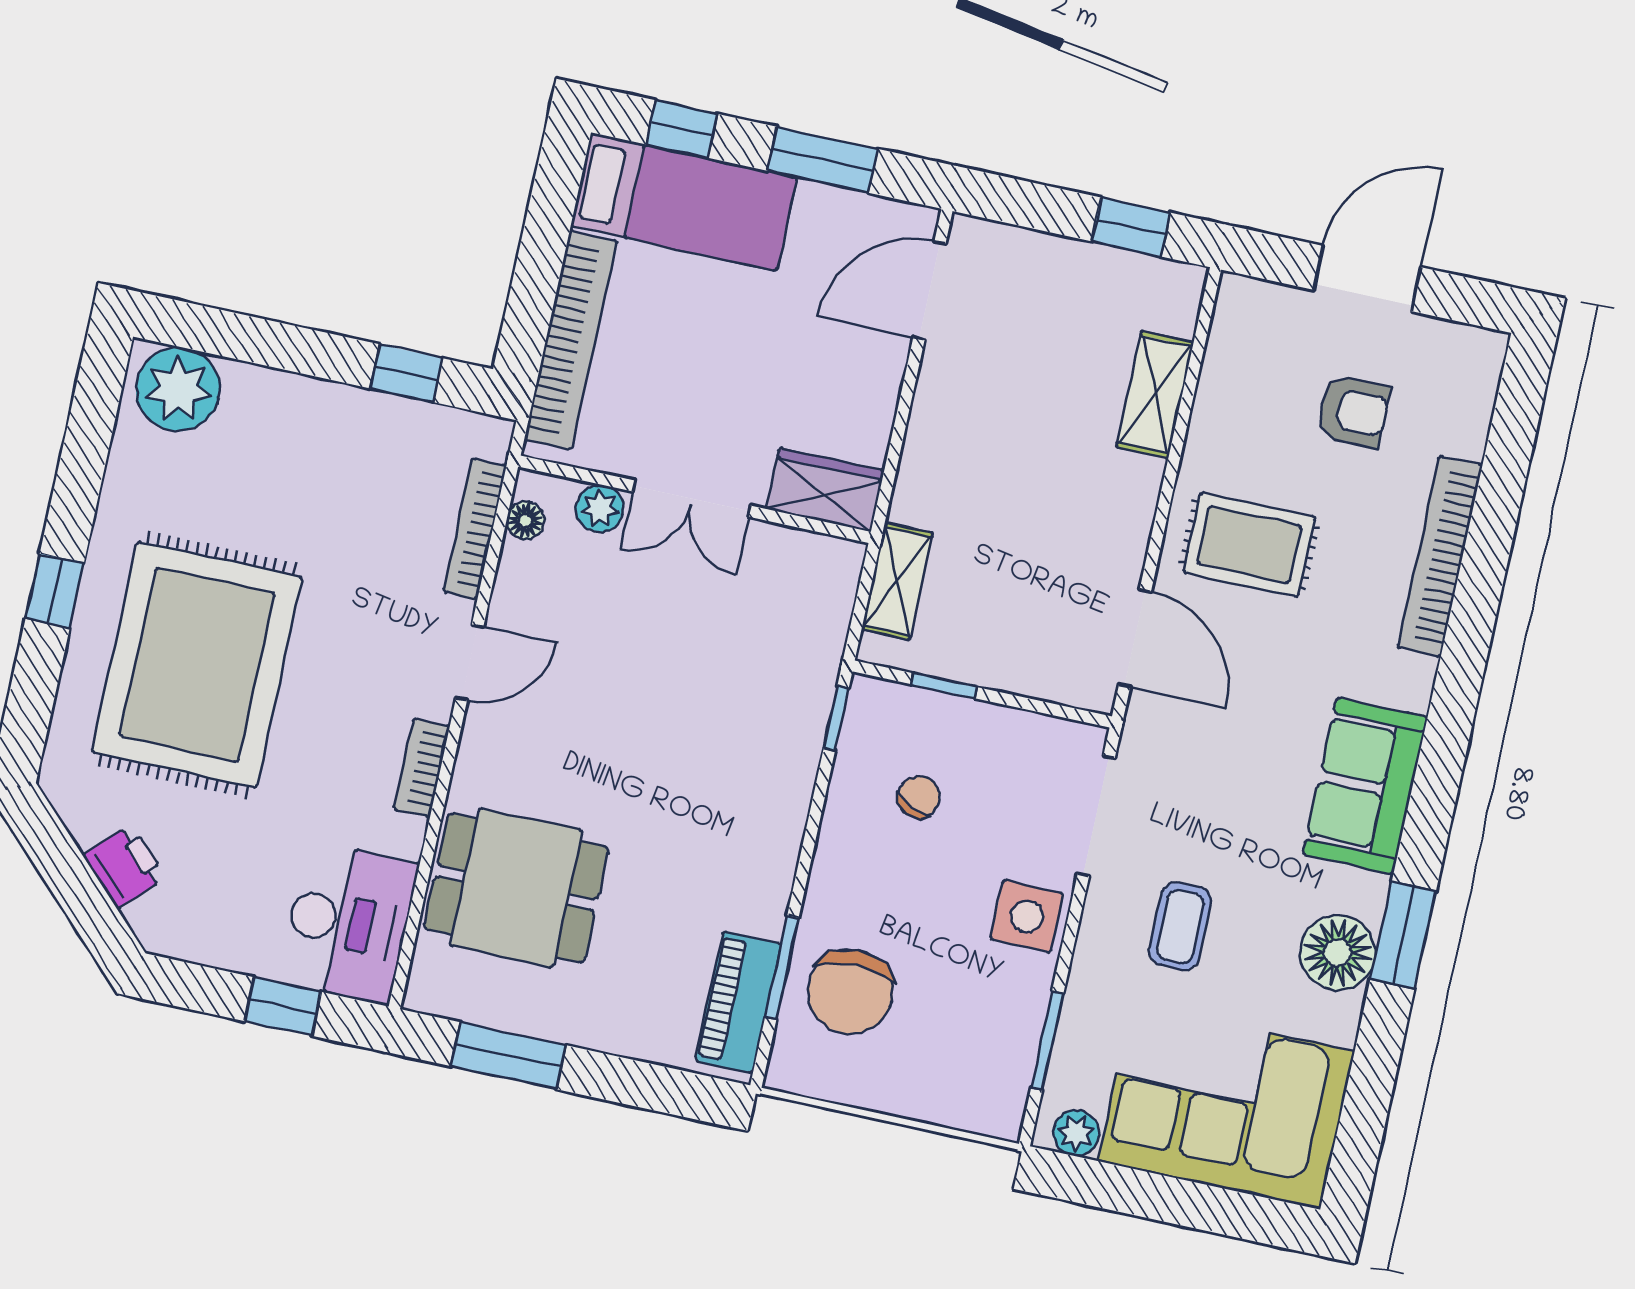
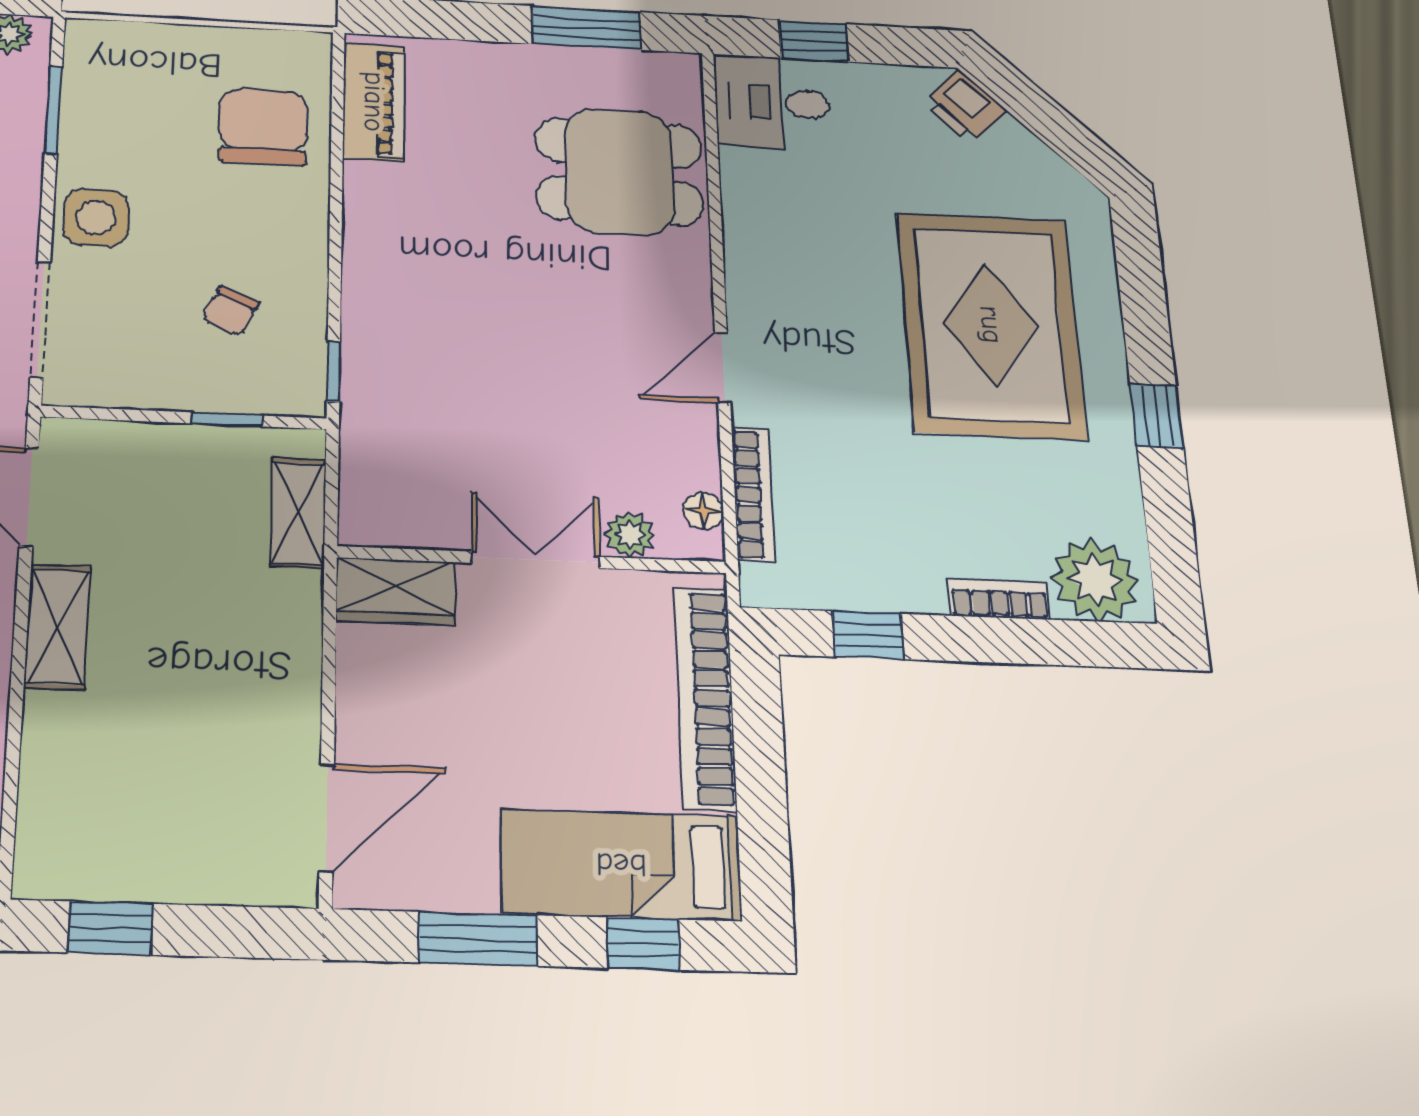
shelving: (1155, 395) -> (58, 627), moved
window: (55, 591) -> (1157, 416), moved
bookcase: (422, 768) -> (999, 599), moved, turned -90
printer: (125, 866) -> (965, 107), moved
desk: (348, 923) -> (772, 102), width x0.73
window: (782, 967) -> (337, 139), removed

